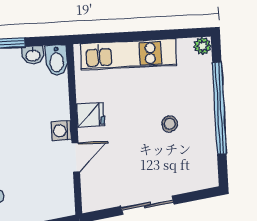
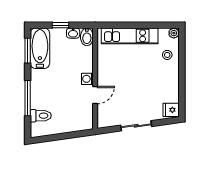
window: (219, 108) -> (182, 71), removed
fridge: (90, 115) -> (171, 110), moved, turned 180
stool: (170, 124) -> (167, 55), moved

